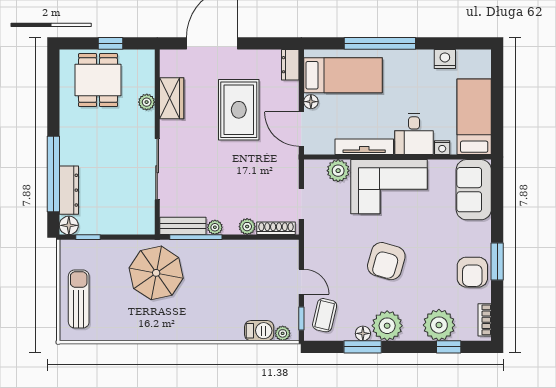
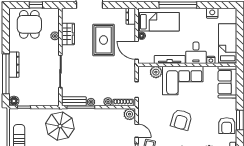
dresser: (69, 190) -> (14, 65), moved
plant: (288, 250) -> (130, 114), added

